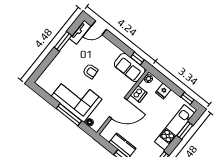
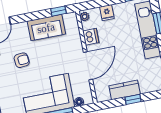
sofa: (130, 67) -> (46, 28), moved
armchair: (90, 71) -> (22, 60), moved

